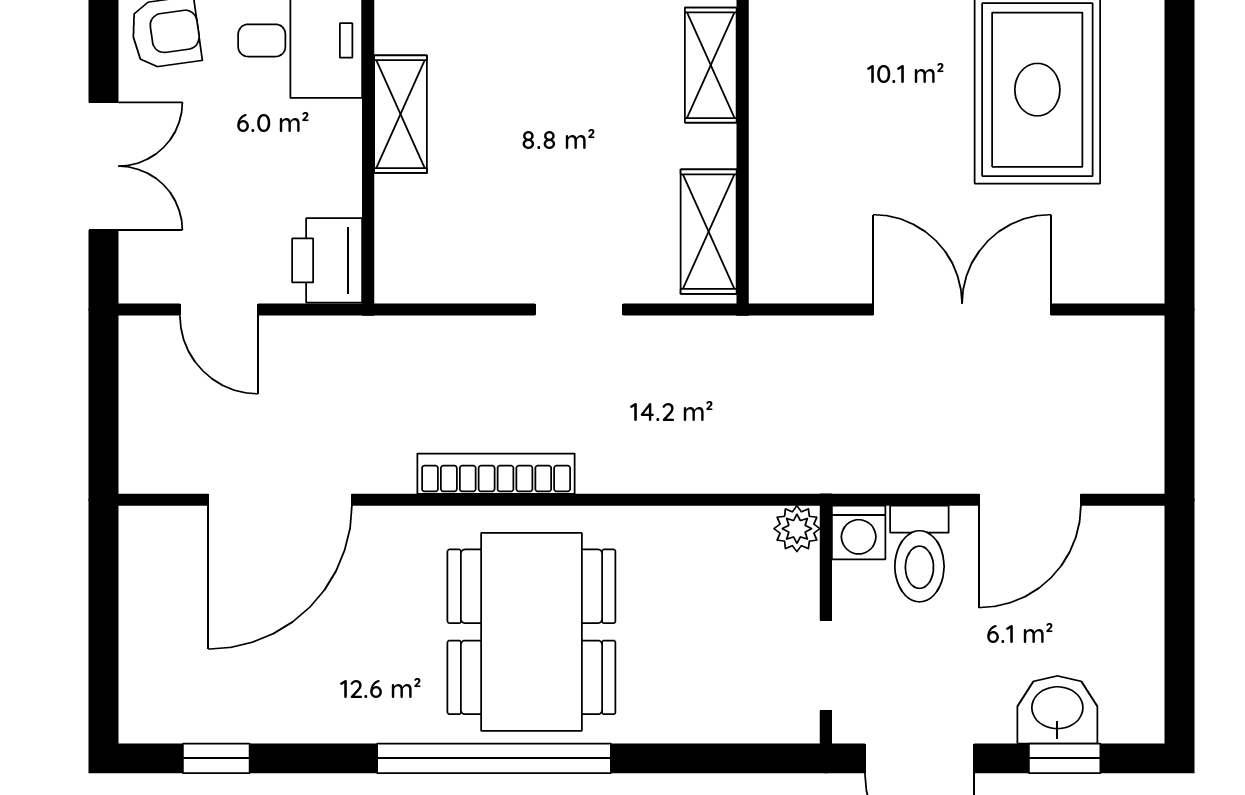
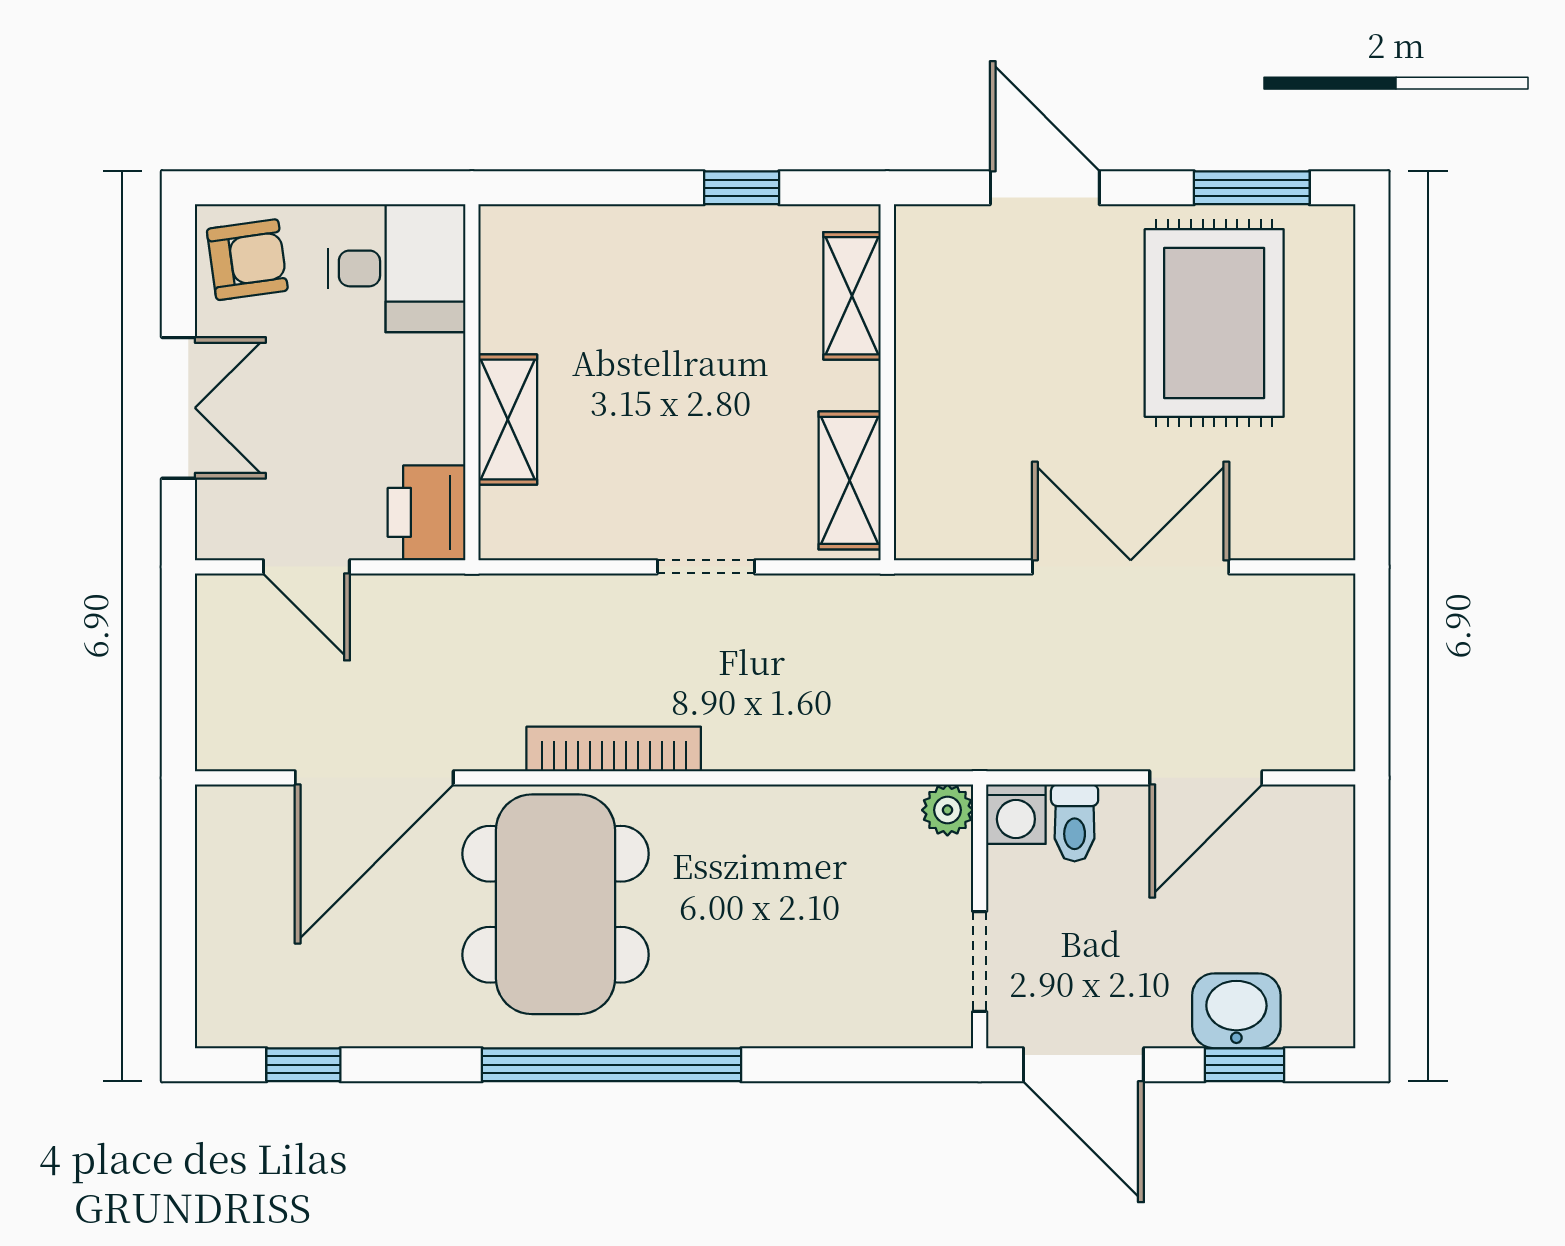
shelving: (401, 114) -> (508, 420), moved
toilet: (919, 554) -> (1075, 823), width x0.73, depth x0.72
dining table: (531, 632) -> (556, 904), moved

